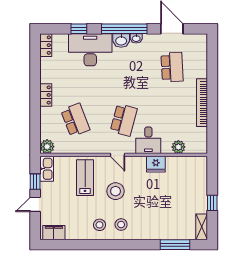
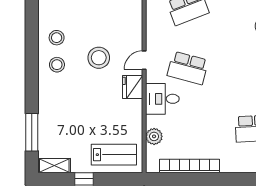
bookcase: (202, 103) -> (189, 166), moved
fridge: (156, 164) -> (133, 87), moved
lab bench: (85, 178) -> (114, 155), moved

